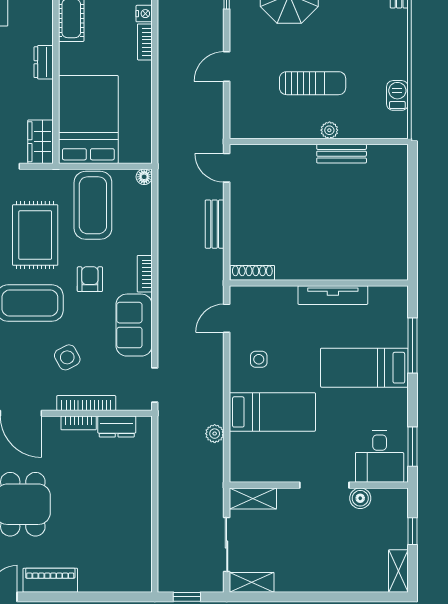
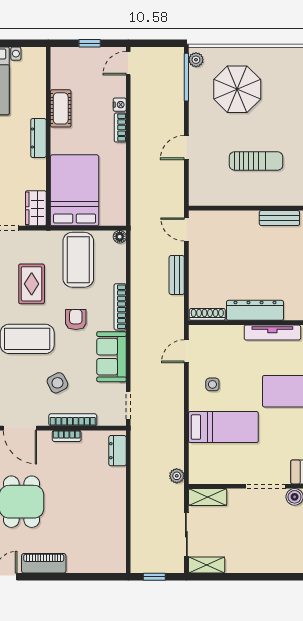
dresser: (44, 62) -> (38, 138), width x1.44
plant: (329, 130) -> (270, 199), removed
rug: (35, 235) -> (32, 284), width x0.73, depth x0.70
dresser: (311, 268) -> (255, 310), added
bookcase: (145, 274) -> (120, 307), width x1.56
dresser: (117, 427) -> (118, 451), moved, turned 90
plant: (215, 434) -> (177, 476), moved

